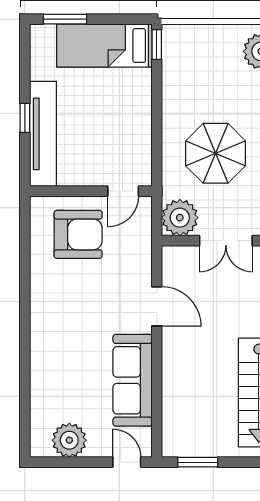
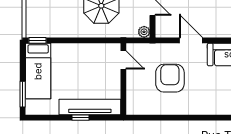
plant: (180, 218) -> (144, 32), width x0.53, depth x0.53
armchair: (78, 234) -> (170, 78), moved
door: (157, 306) -> (191, 40), hinge flipped

